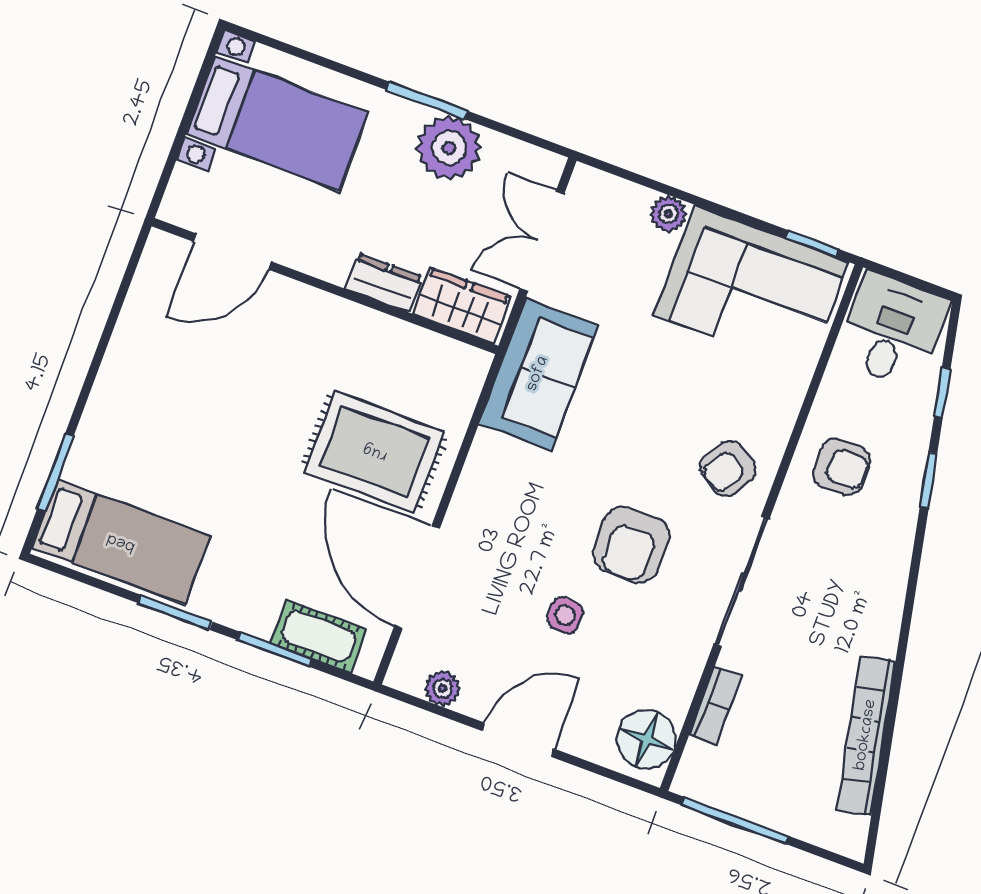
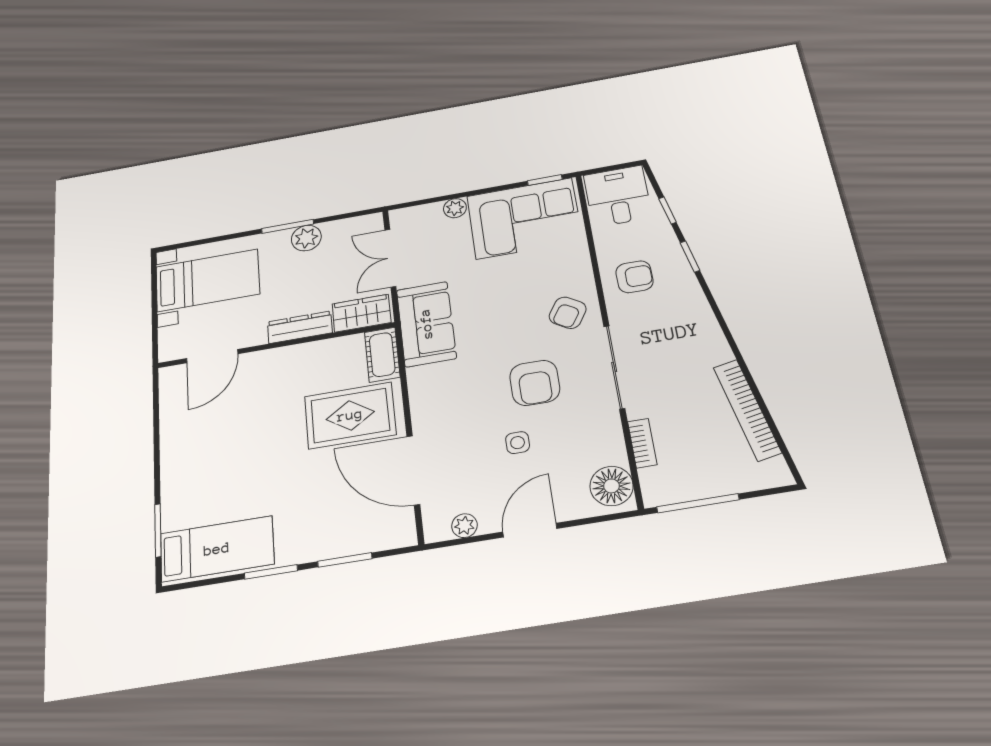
plant: (449, 148) -> (306, 238), width x0.73, depth x0.73
dresser: (384, 283) -> (300, 327), width x1.44
cot: (319, 636) -> (382, 355), moved, turned 90

